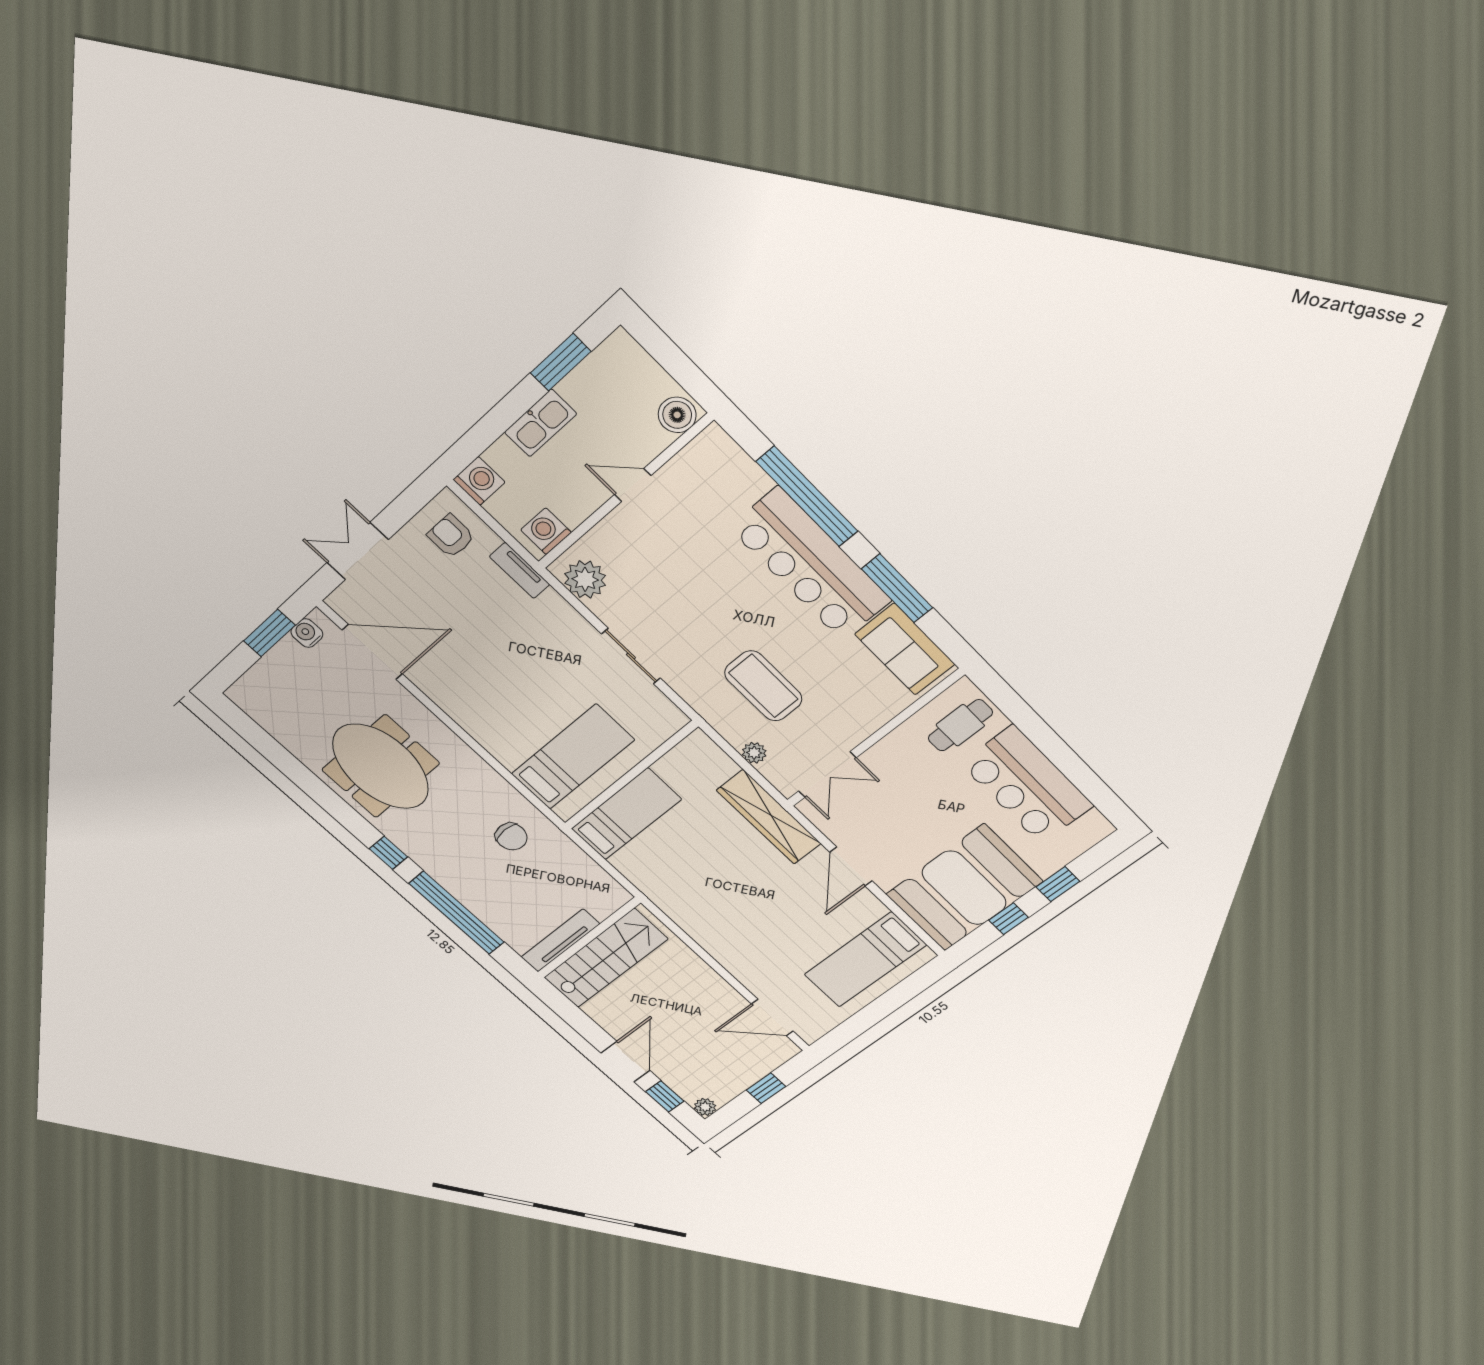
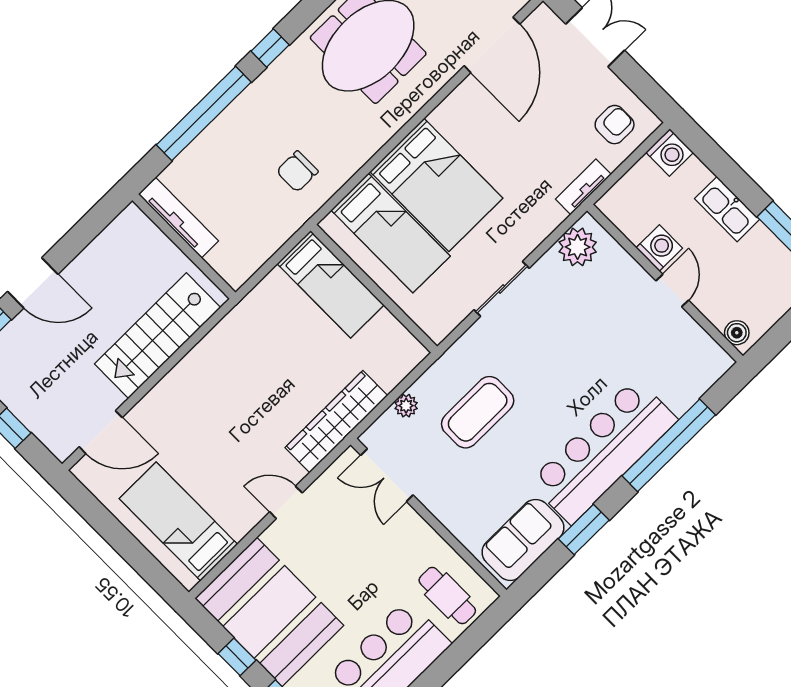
boiler: (677, 415) -> (737, 333), width x0.73, depth x0.73
washing machine: (546, 531) -> (659, 248), moved
window: (897, 588) -> (584, 529), width x0.69
bed: (522, 712) -> (436, 185), added
door: (851, 867) -> (286, 502), width x0.73
stairs: (606, 958) -> (158, 336), moved, turned 90
door: (772, 1018) -> (101, 432), swing flipped

